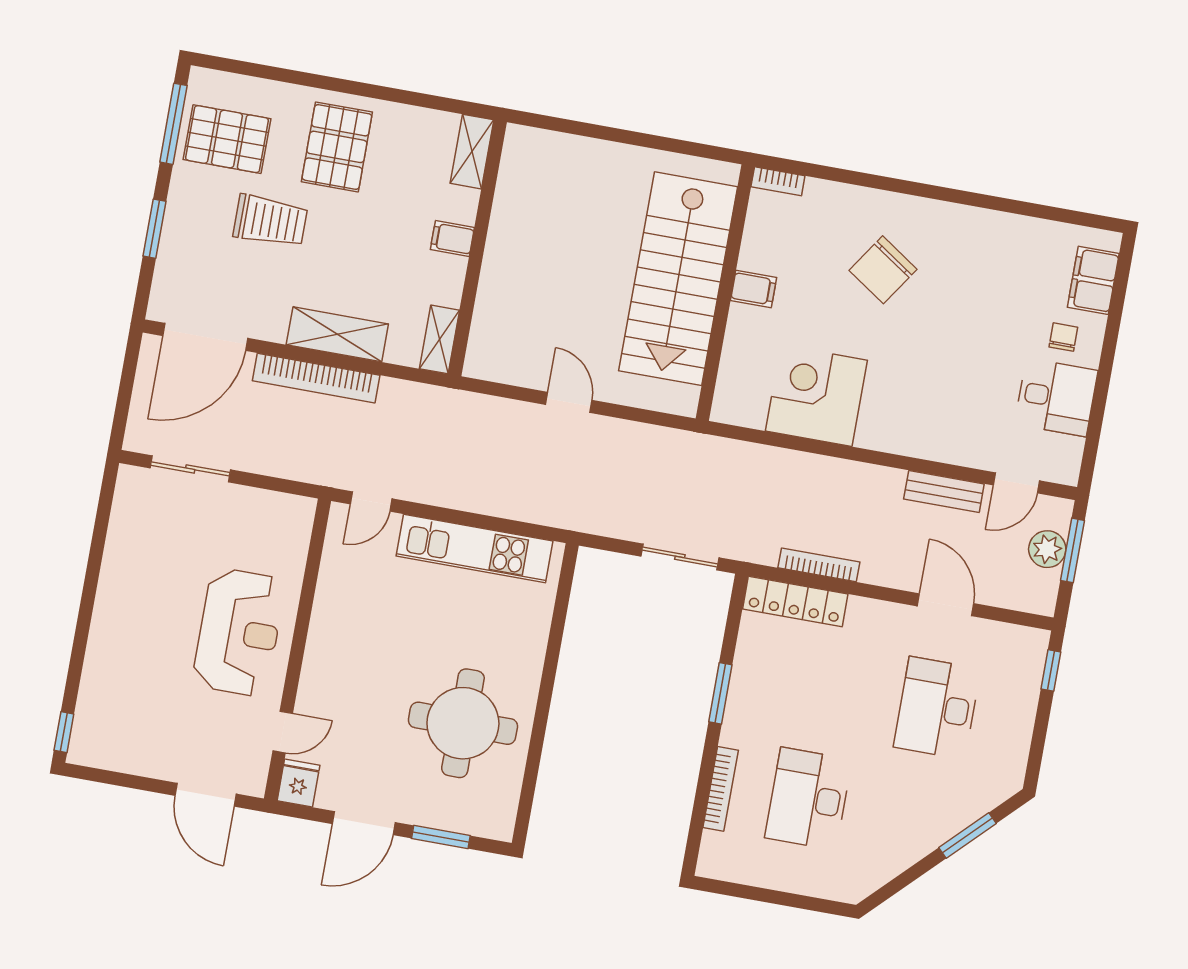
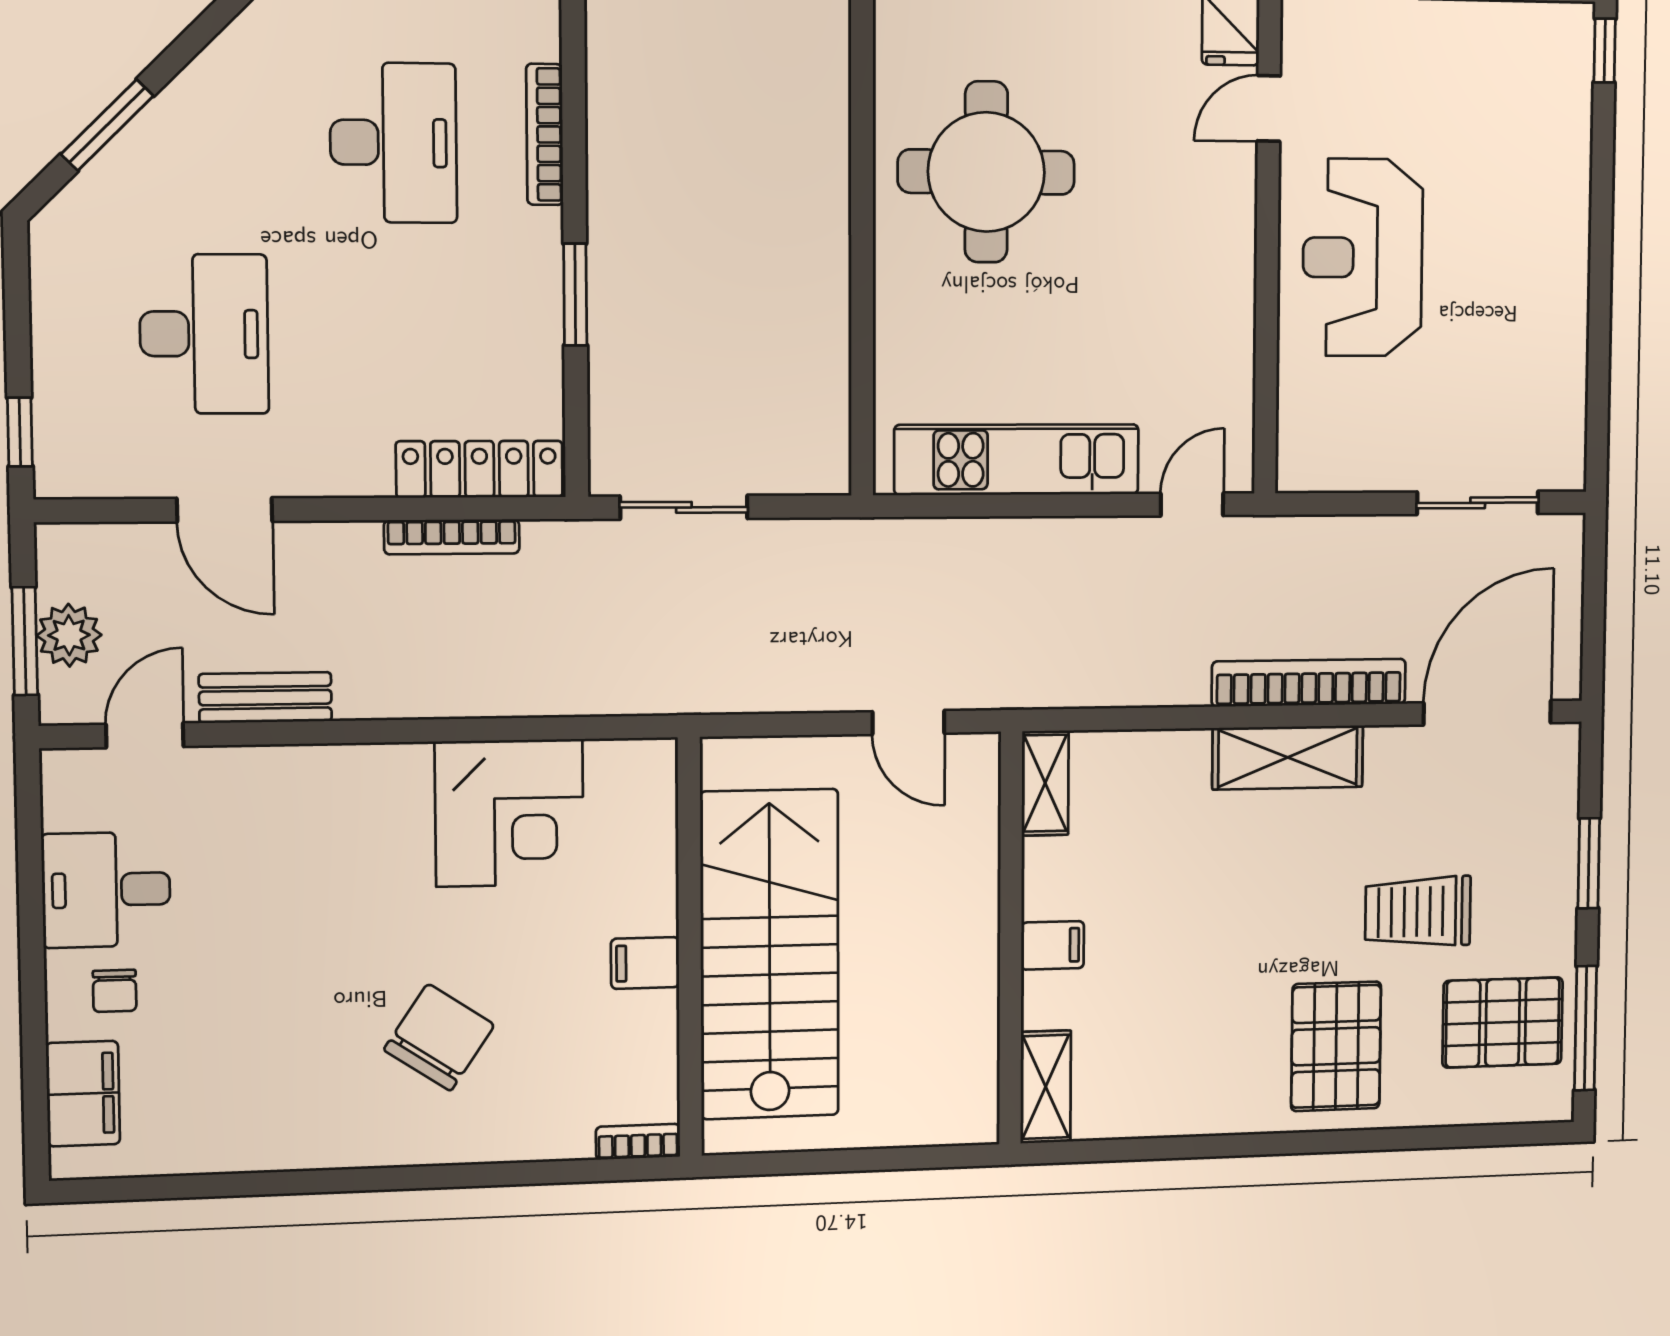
shelving: (472, 152) -> (1046, 1087), moved
filing cabinet: (452, 239) -> (1053, 945), moved
wall: (477, 248) -> (1011, 939), moved
shelving: (439, 339) -> (1045, 783), moved

